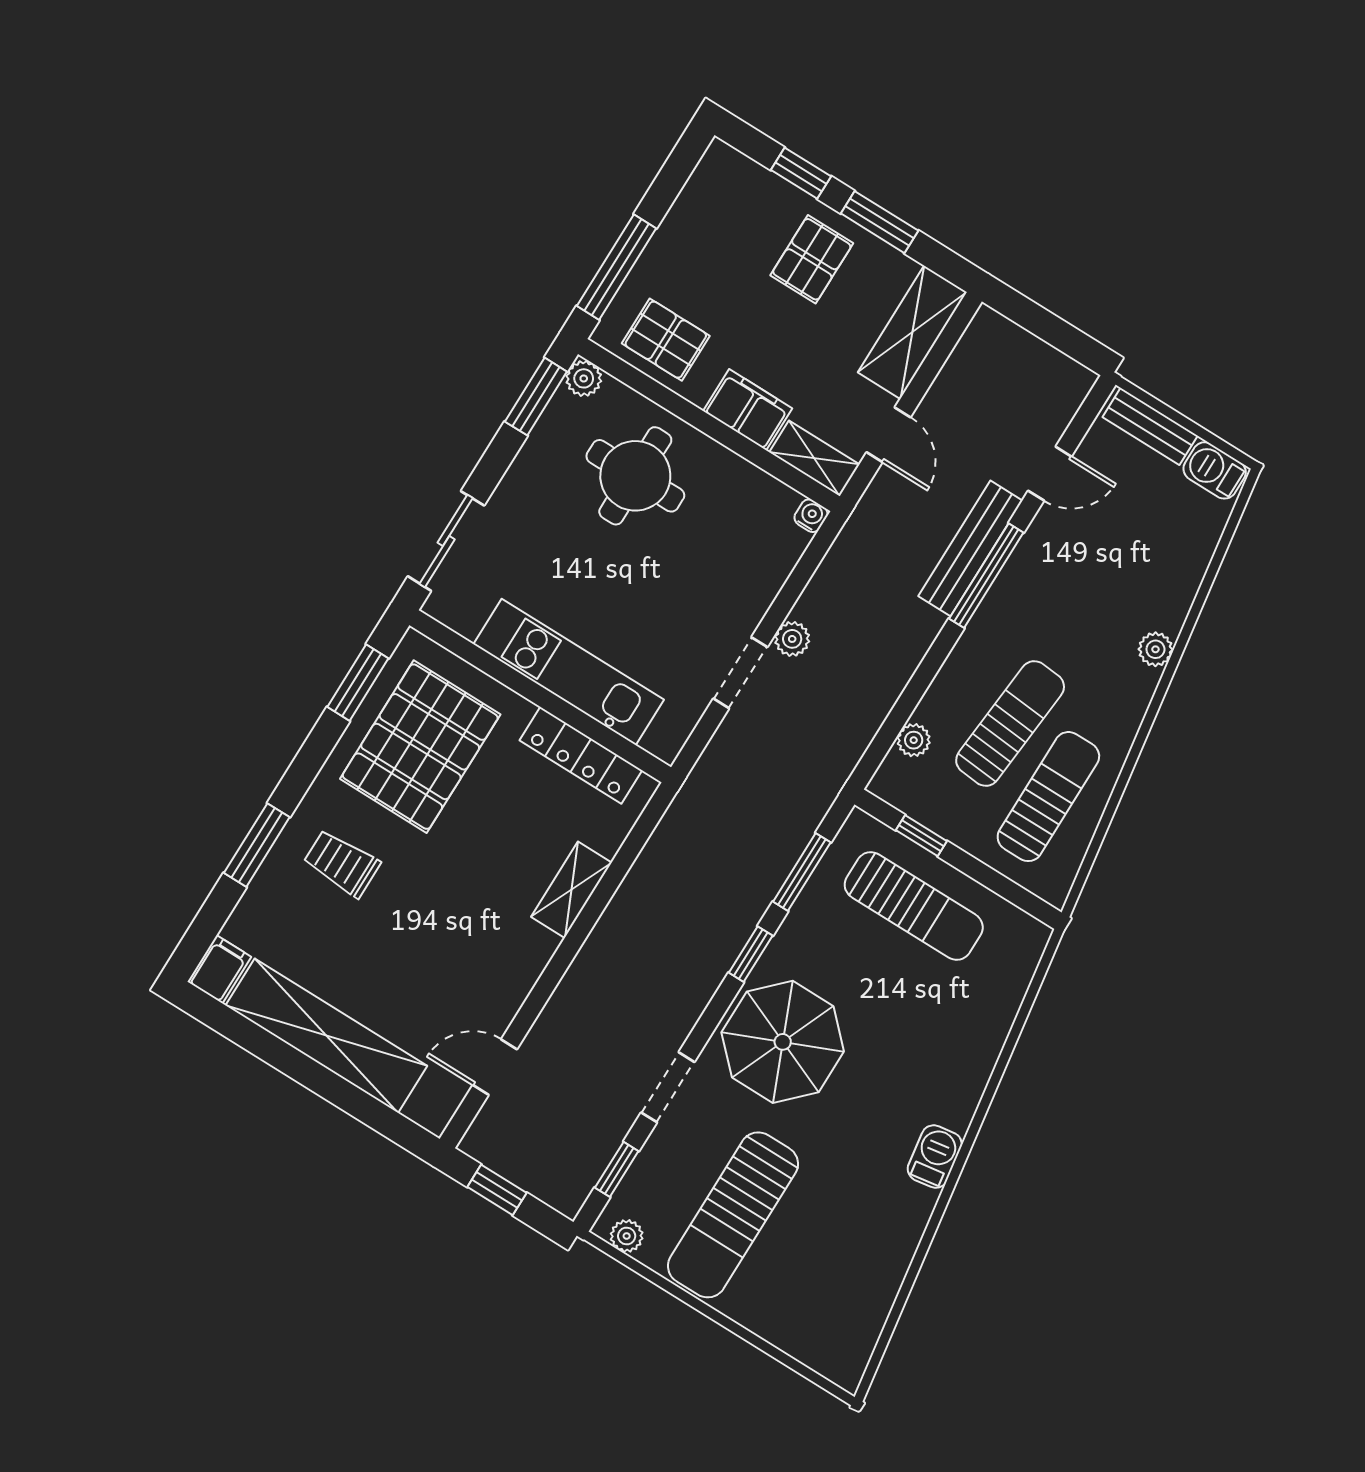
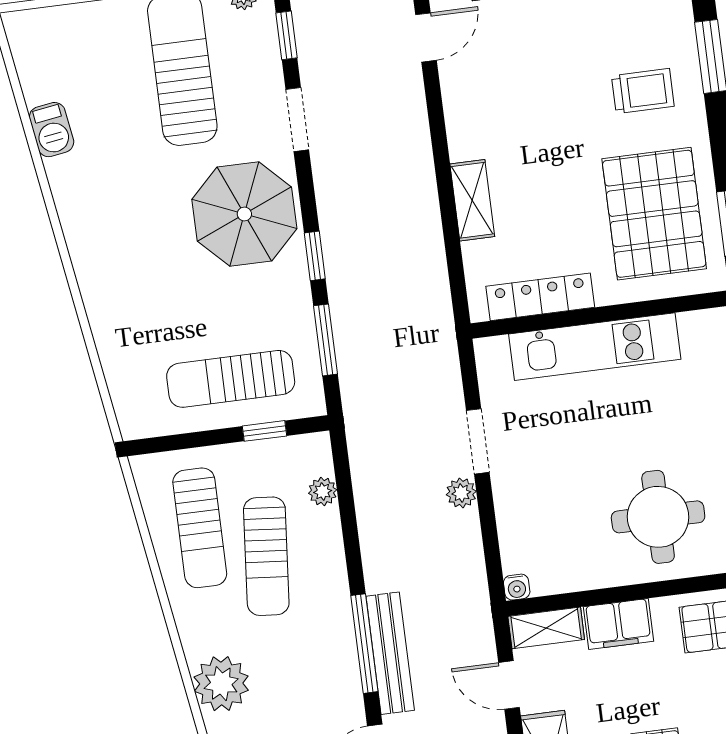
plant: (1155, 649) -> (221, 684), width x1.87, depth x1.87
barbecue: (935, 1157) -> (51, 130), moved

